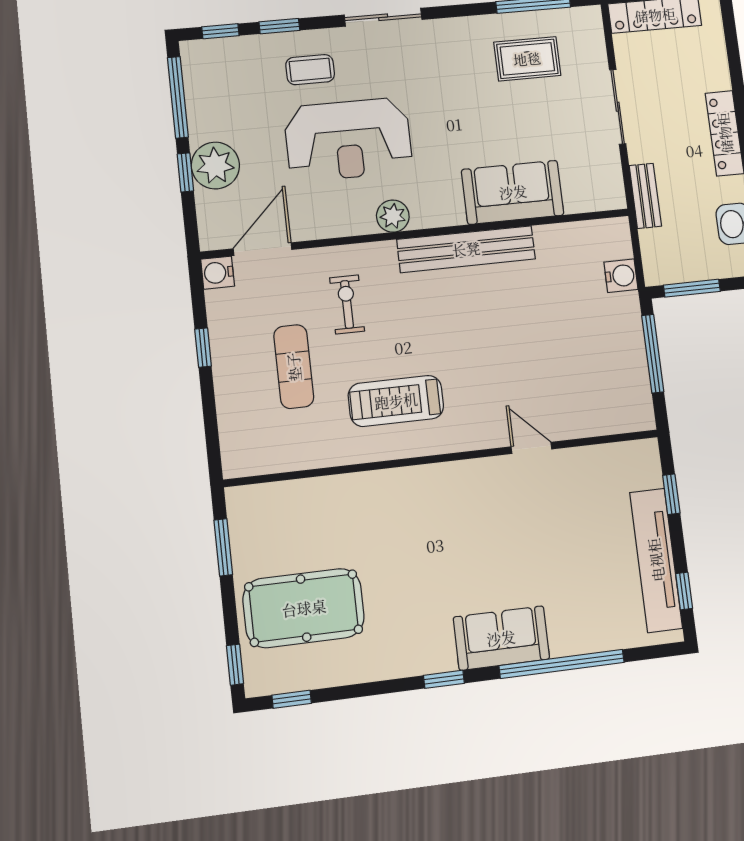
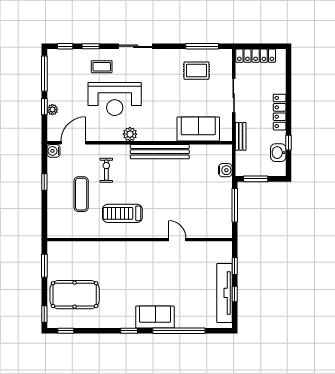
plant: (215, 166) -> (52, 110), width x0.53, depth x0.53
sofa: (513, 192) -> (198, 129), moved
window: (684, 591) -> (235, 294), moved

